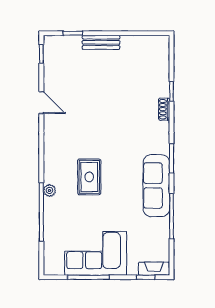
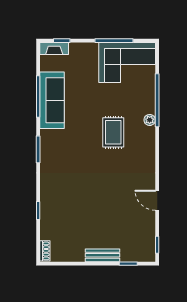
shoe rack: (164, 109) -> (45, 251), moved
sofa: (156, 186) -> (52, 100), moved
corner sofa: (96, 253) -> (127, 63), moved

